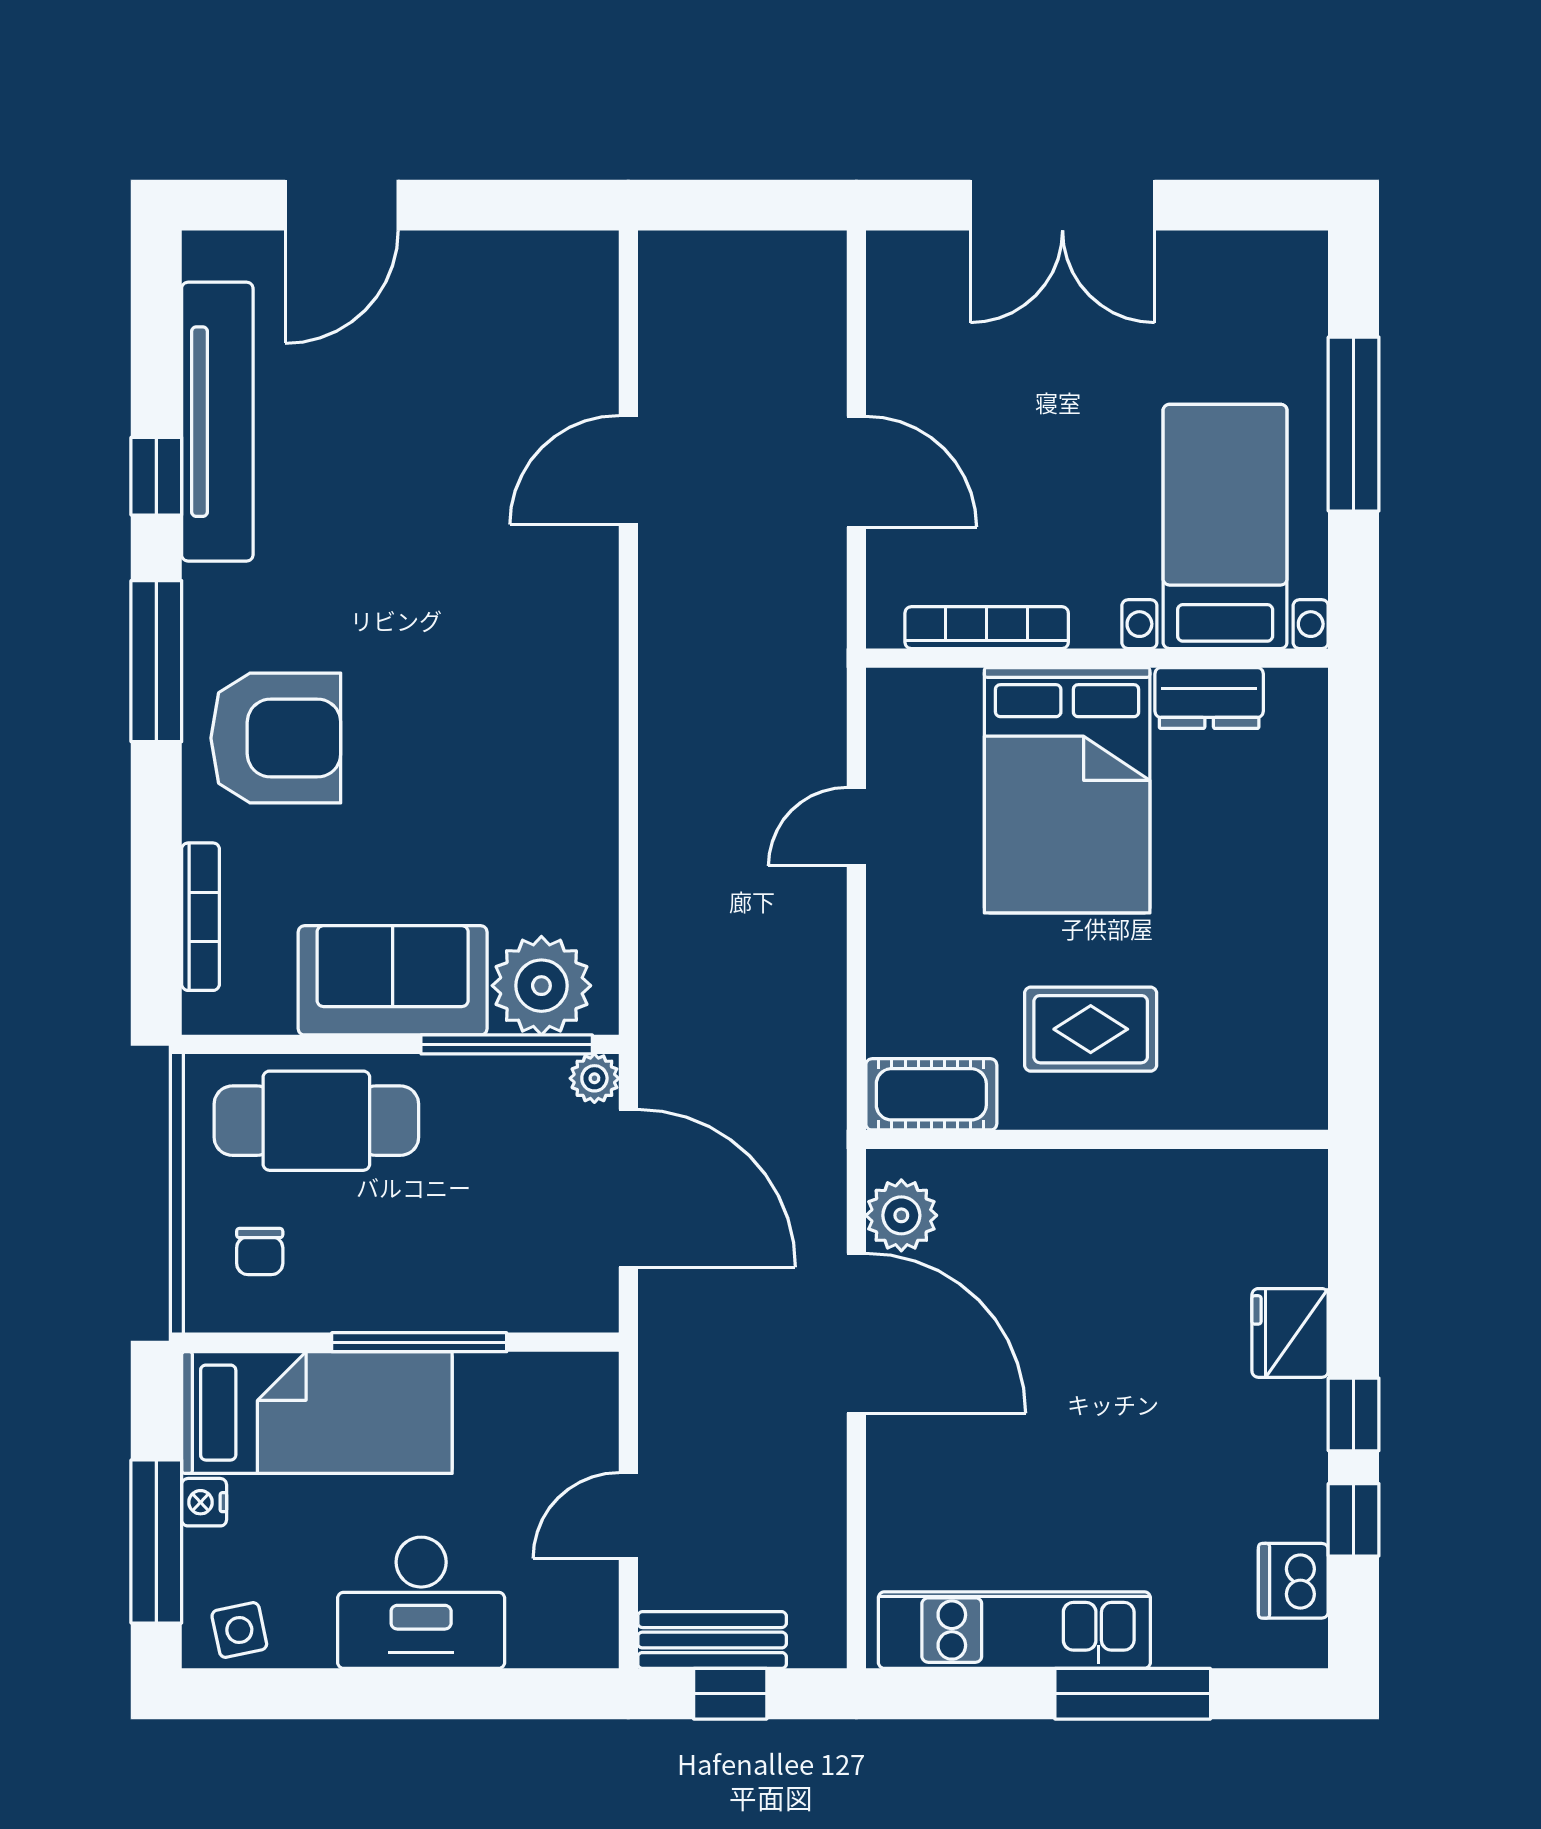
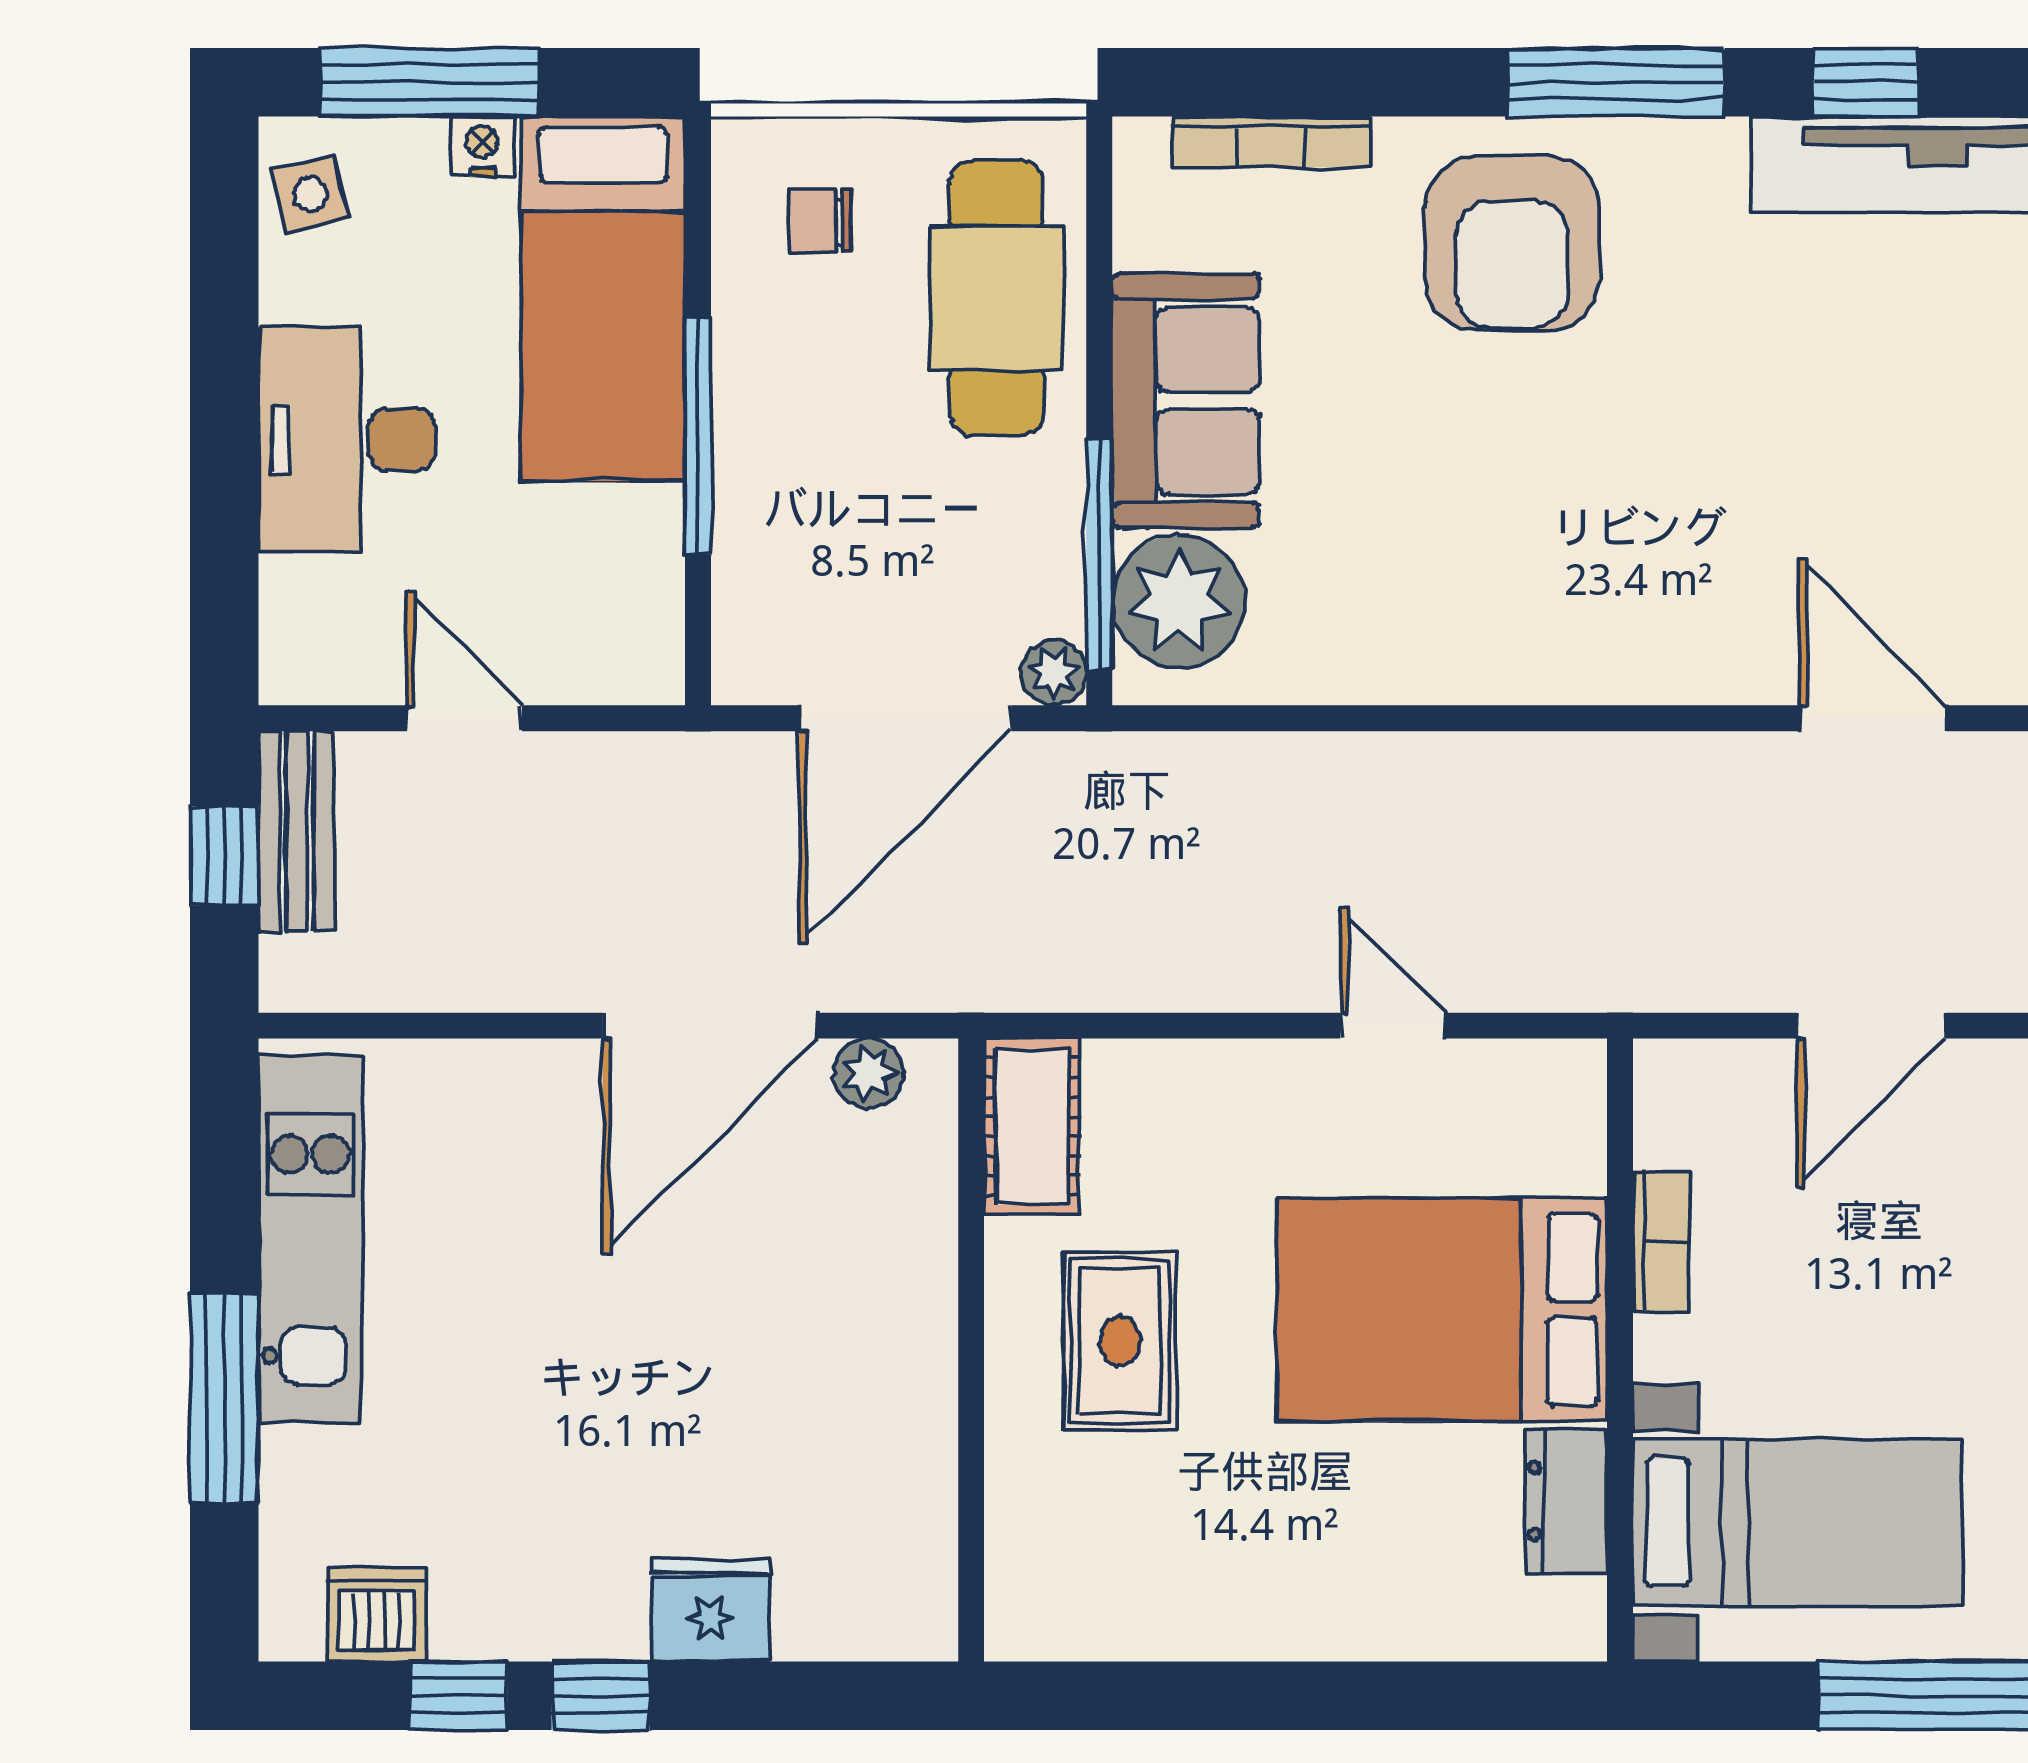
bookcase: (987, 628) -> (1661, 1241), width x0.64
plant: (901, 1215) -> (869, 1073), width x0.73, depth x0.73

